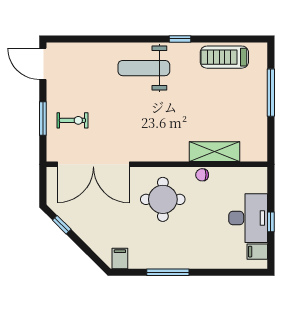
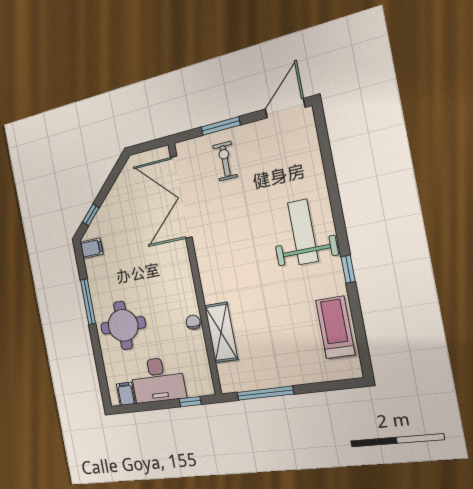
window: (271, 93) -> (265, 393), moved
exercise bike: (72, 120) -> (225, 161), turned 180
round table: (163, 199) -> (123, 325), moved
window: (271, 222) -> (190, 402), moved
window: (62, 225) -> (91, 215), moved

